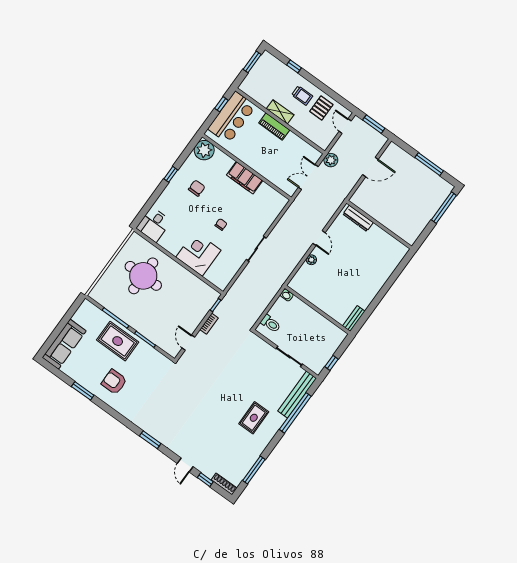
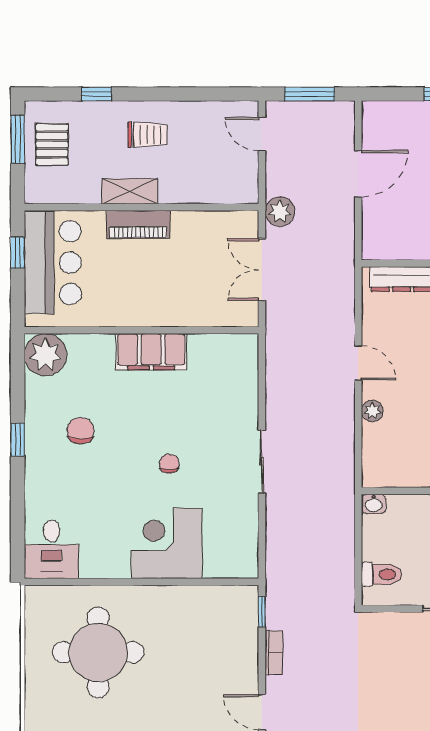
pallet: (321, 108) -> (52, 145), moved

